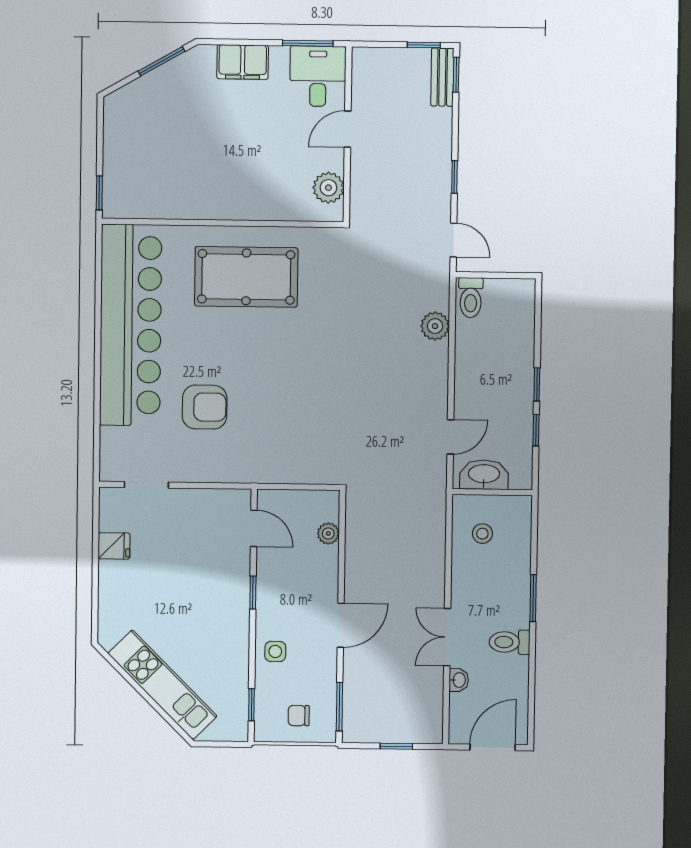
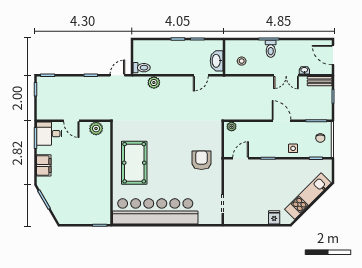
bench: (442, 77) -> (320, 81), moved
armchair: (205, 407) -> (201, 160), moved
door: (450, 437) -> (201, 75), swing flipped
plant: (328, 533) -> (232, 127), moved
fridge: (114, 546) -> (274, 217), moved
toilet: (510, 642) -> (271, 49), moved

